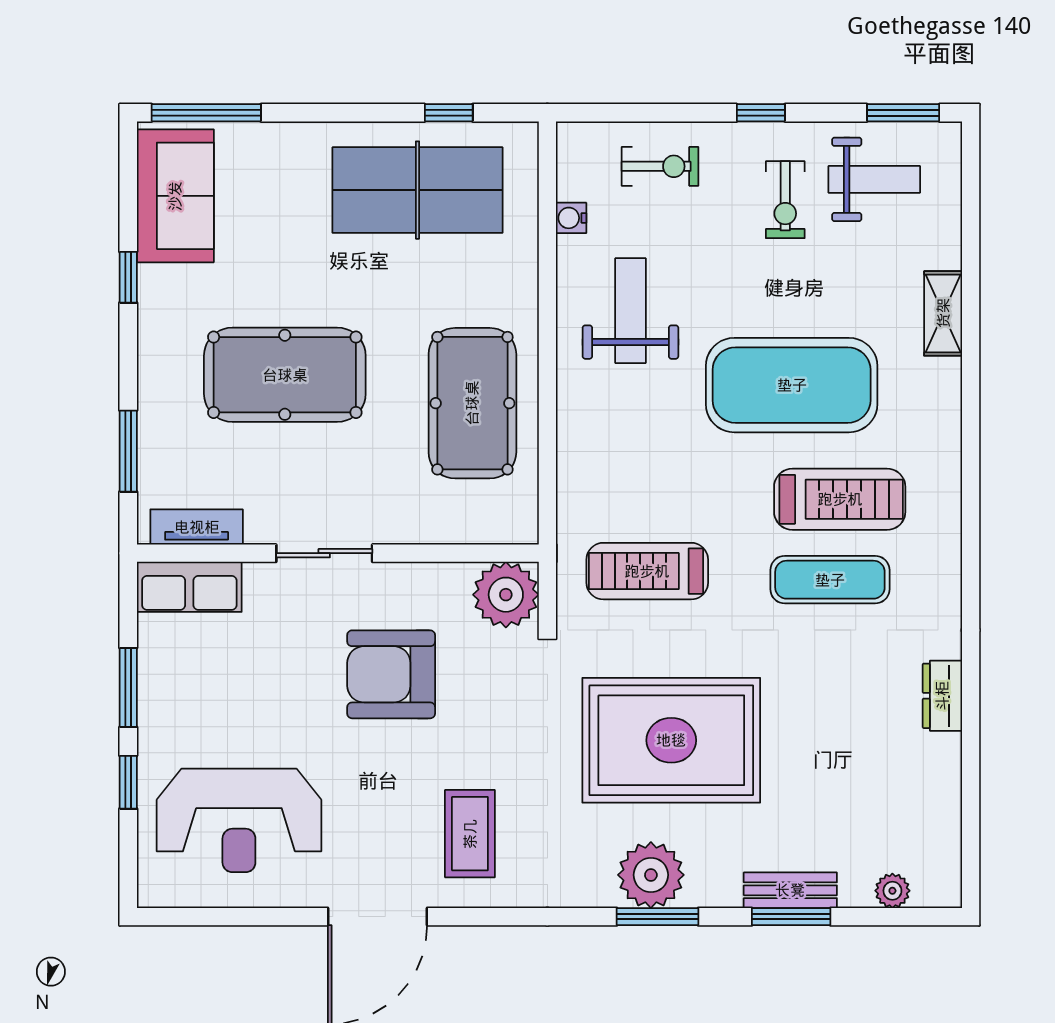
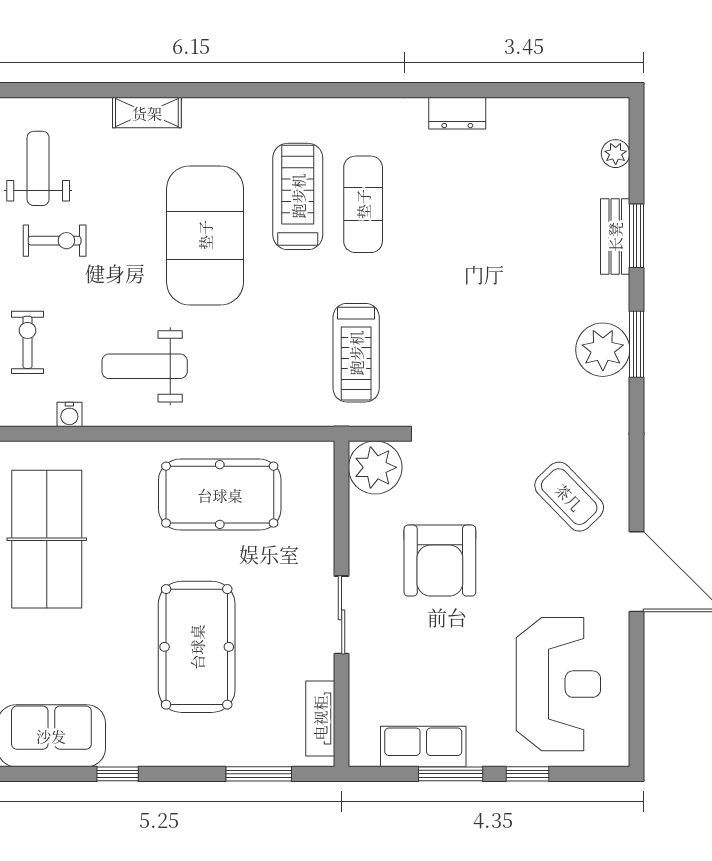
row of seats: (189, 587) -> (423, 747), moved, turned -90
rug: (671, 740) -> (493, 333), removed
coffee table: (470, 834) -> (569, 497), turned 46

